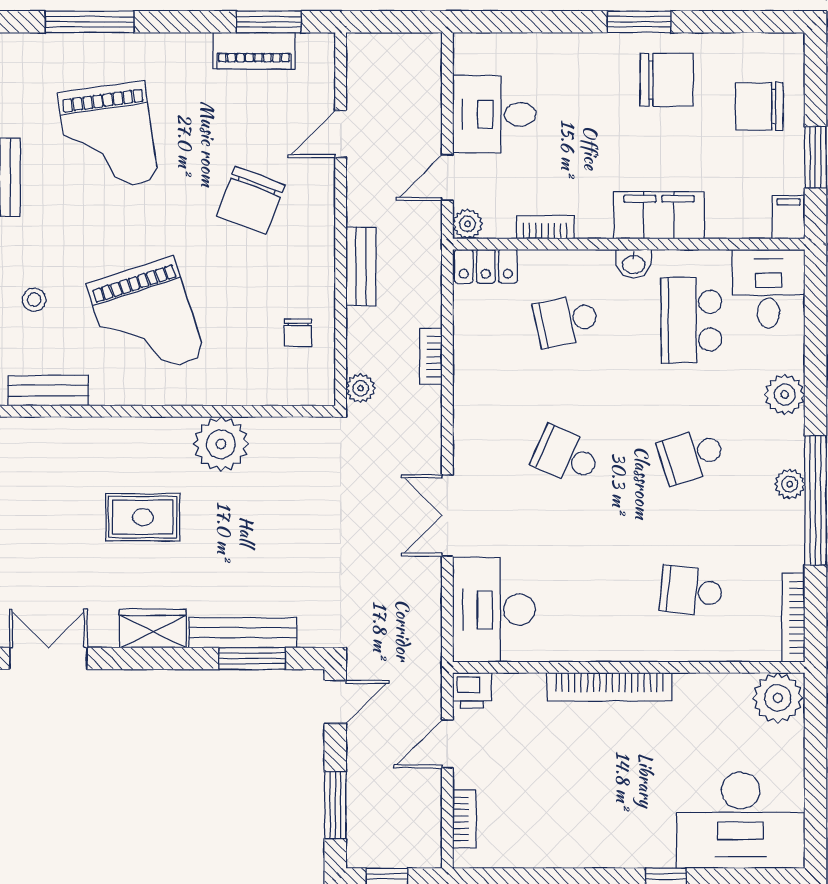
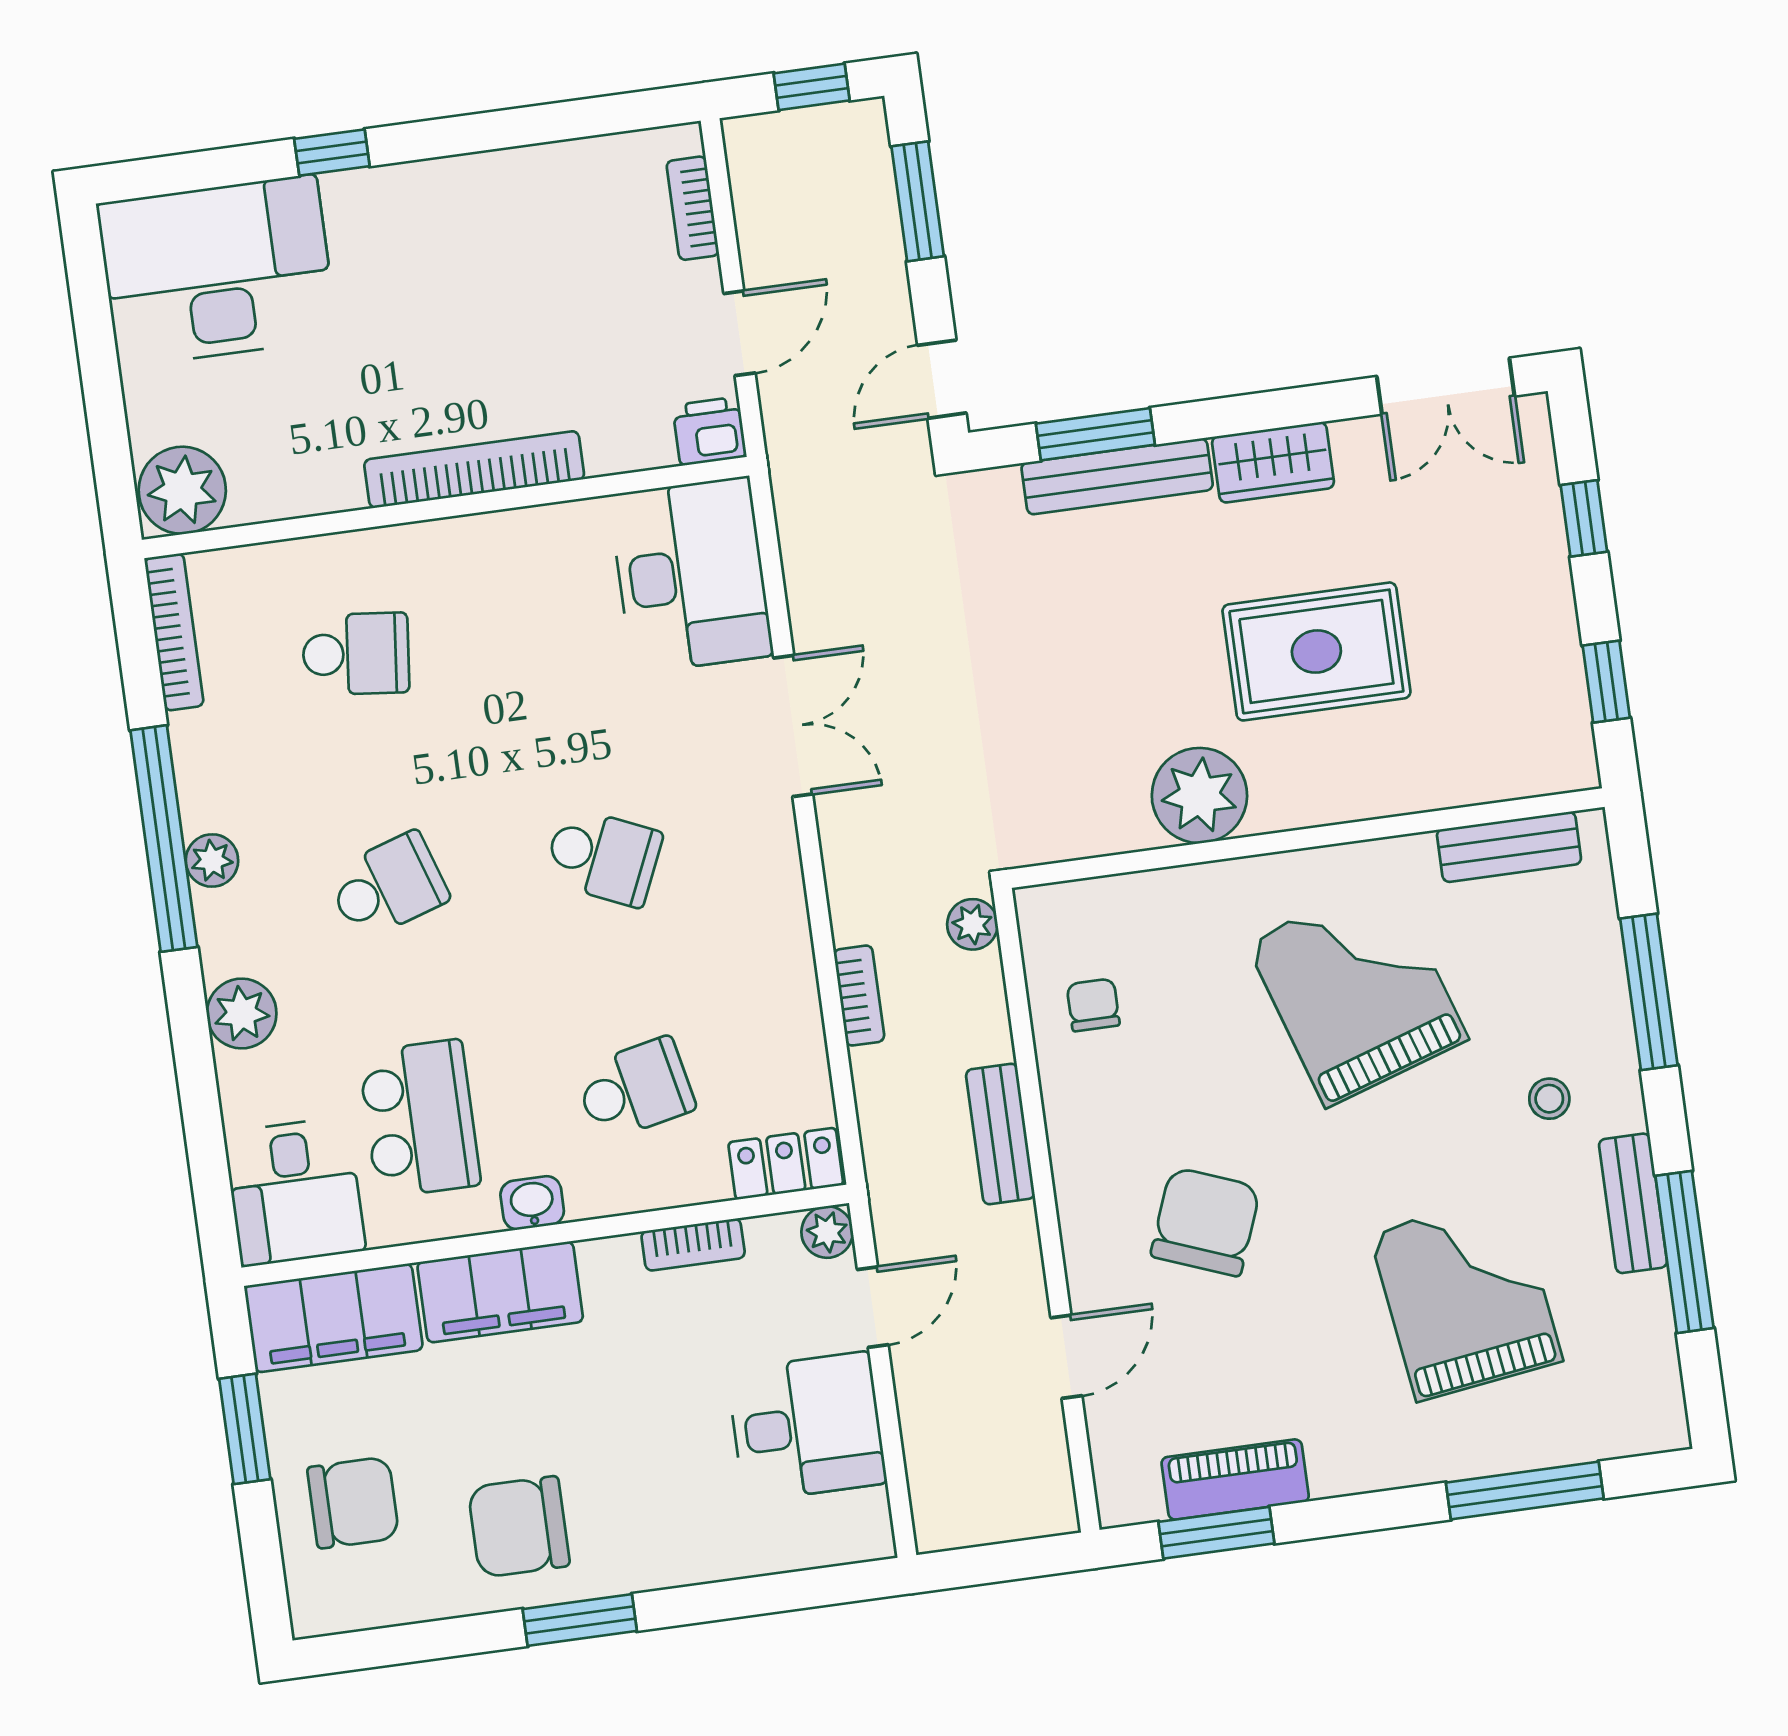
filing cabinet: (789, 217) -> (334, 1318), width x3.00, depth x1.17
stool: (34, 300) -> (1549, 1099), moved
rug: (143, 517) -> (1316, 651), width x1.36, depth x1.43

